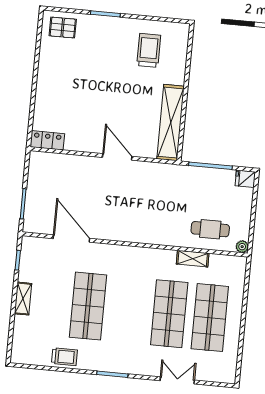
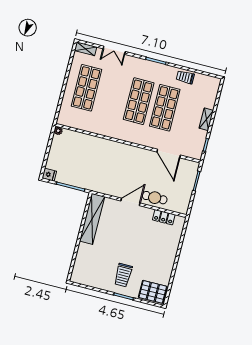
pallet: (63, 28) -> (153, 292), width x1.50, depth x1.42
trolley: (149, 50) -> (123, 275), moved
locker: (47, 140) -> (164, 217), moved
door: (117, 157) -> (130, 202), swing flipped
cafe table: (210, 229) -> (155, 198), moved
shelving: (193, 259) -> (86, 49), moved
shop shelf: (169, 314) -> (139, 101), moved

